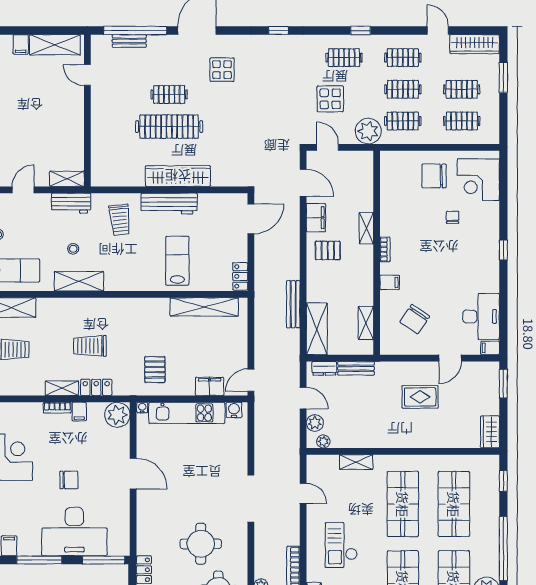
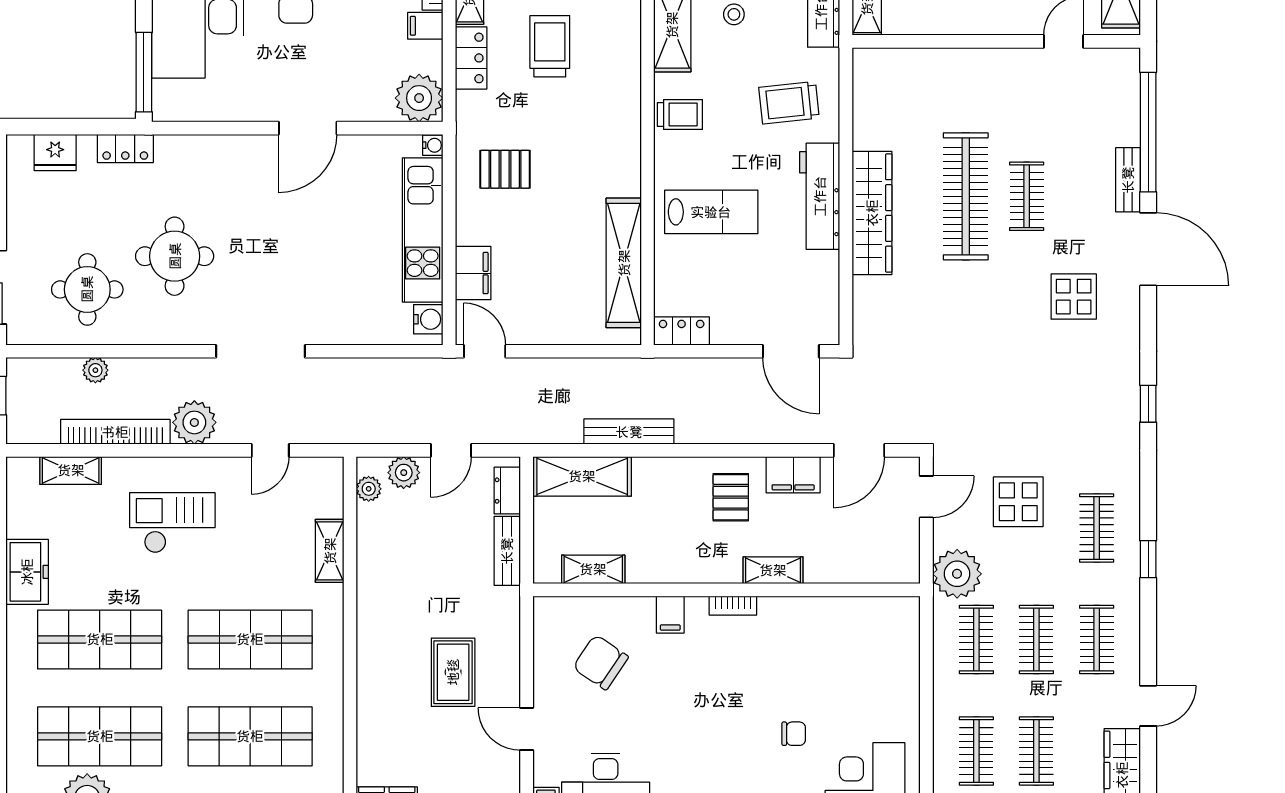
bench: (129, 41) -> (1128, 180), moved
chair: (434, 176) -> (872, 699), removed
trolley: (126, 277) -> (680, 115), added
plant: (288, 533) -> (194, 422), added

